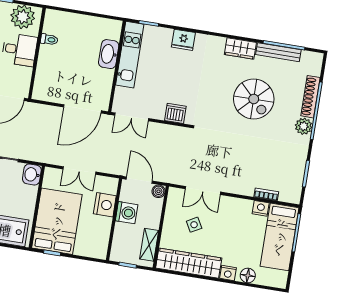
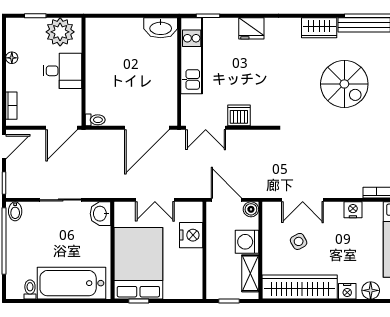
toilet: (49, 39) -> (95, 120), moved
washbasin: (109, 54) -> (161, 28), moved, turned -90
dishwasher: (175, 113) -> (239, 115), moved
nightstand: (261, 208) -> (353, 210), moved
washing machine: (127, 213) -> (247, 242), moved, turned 180

